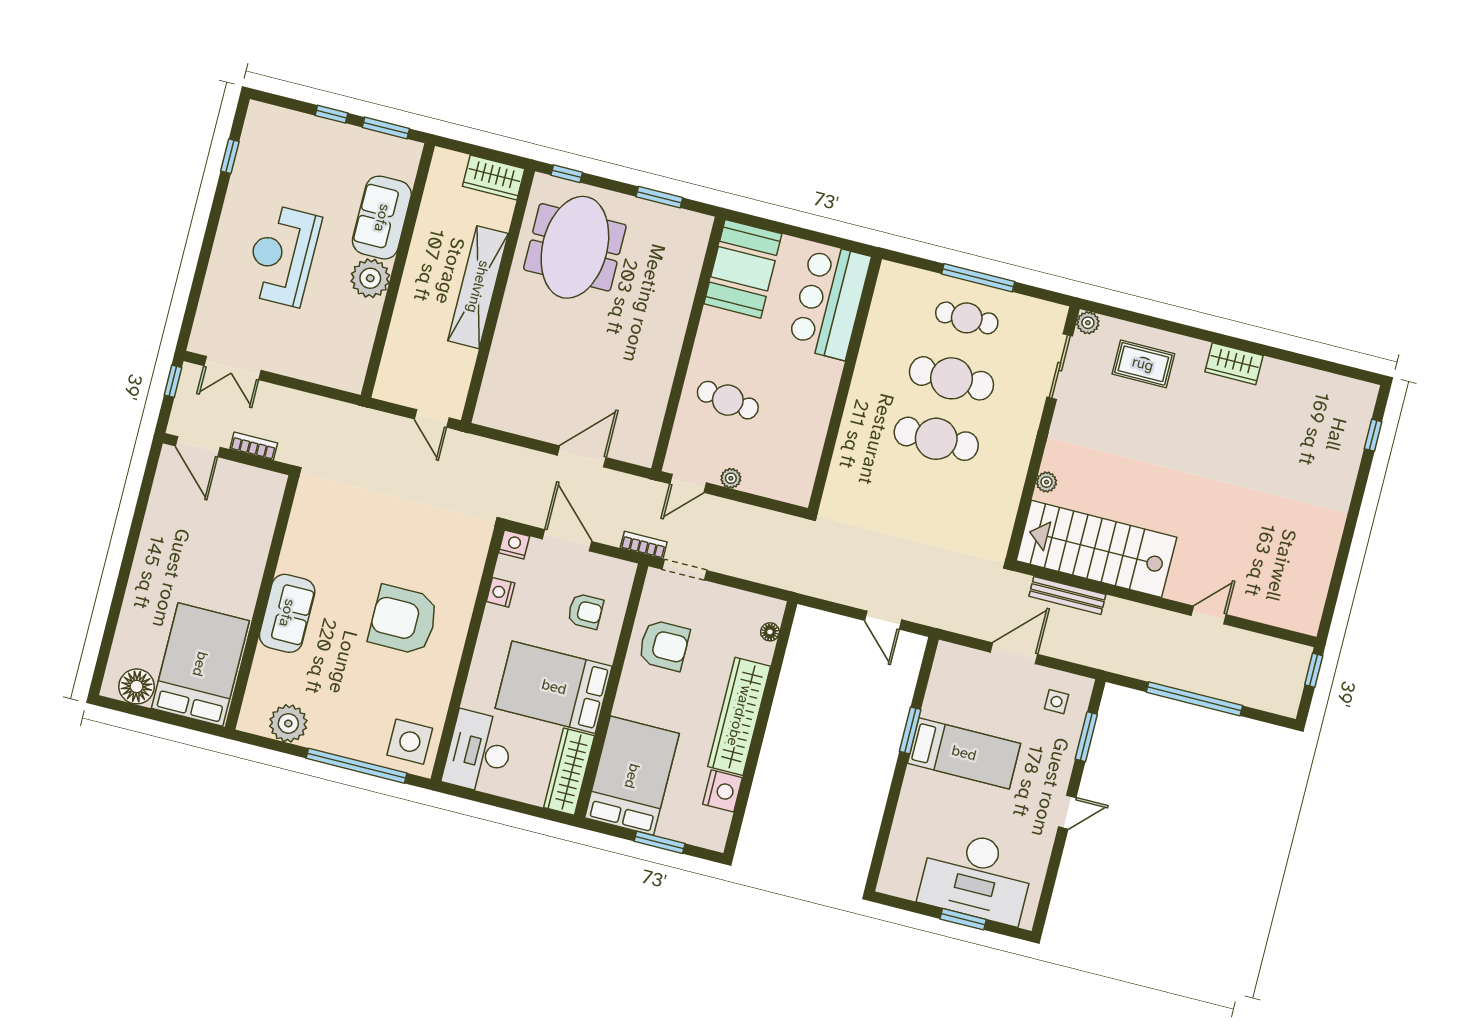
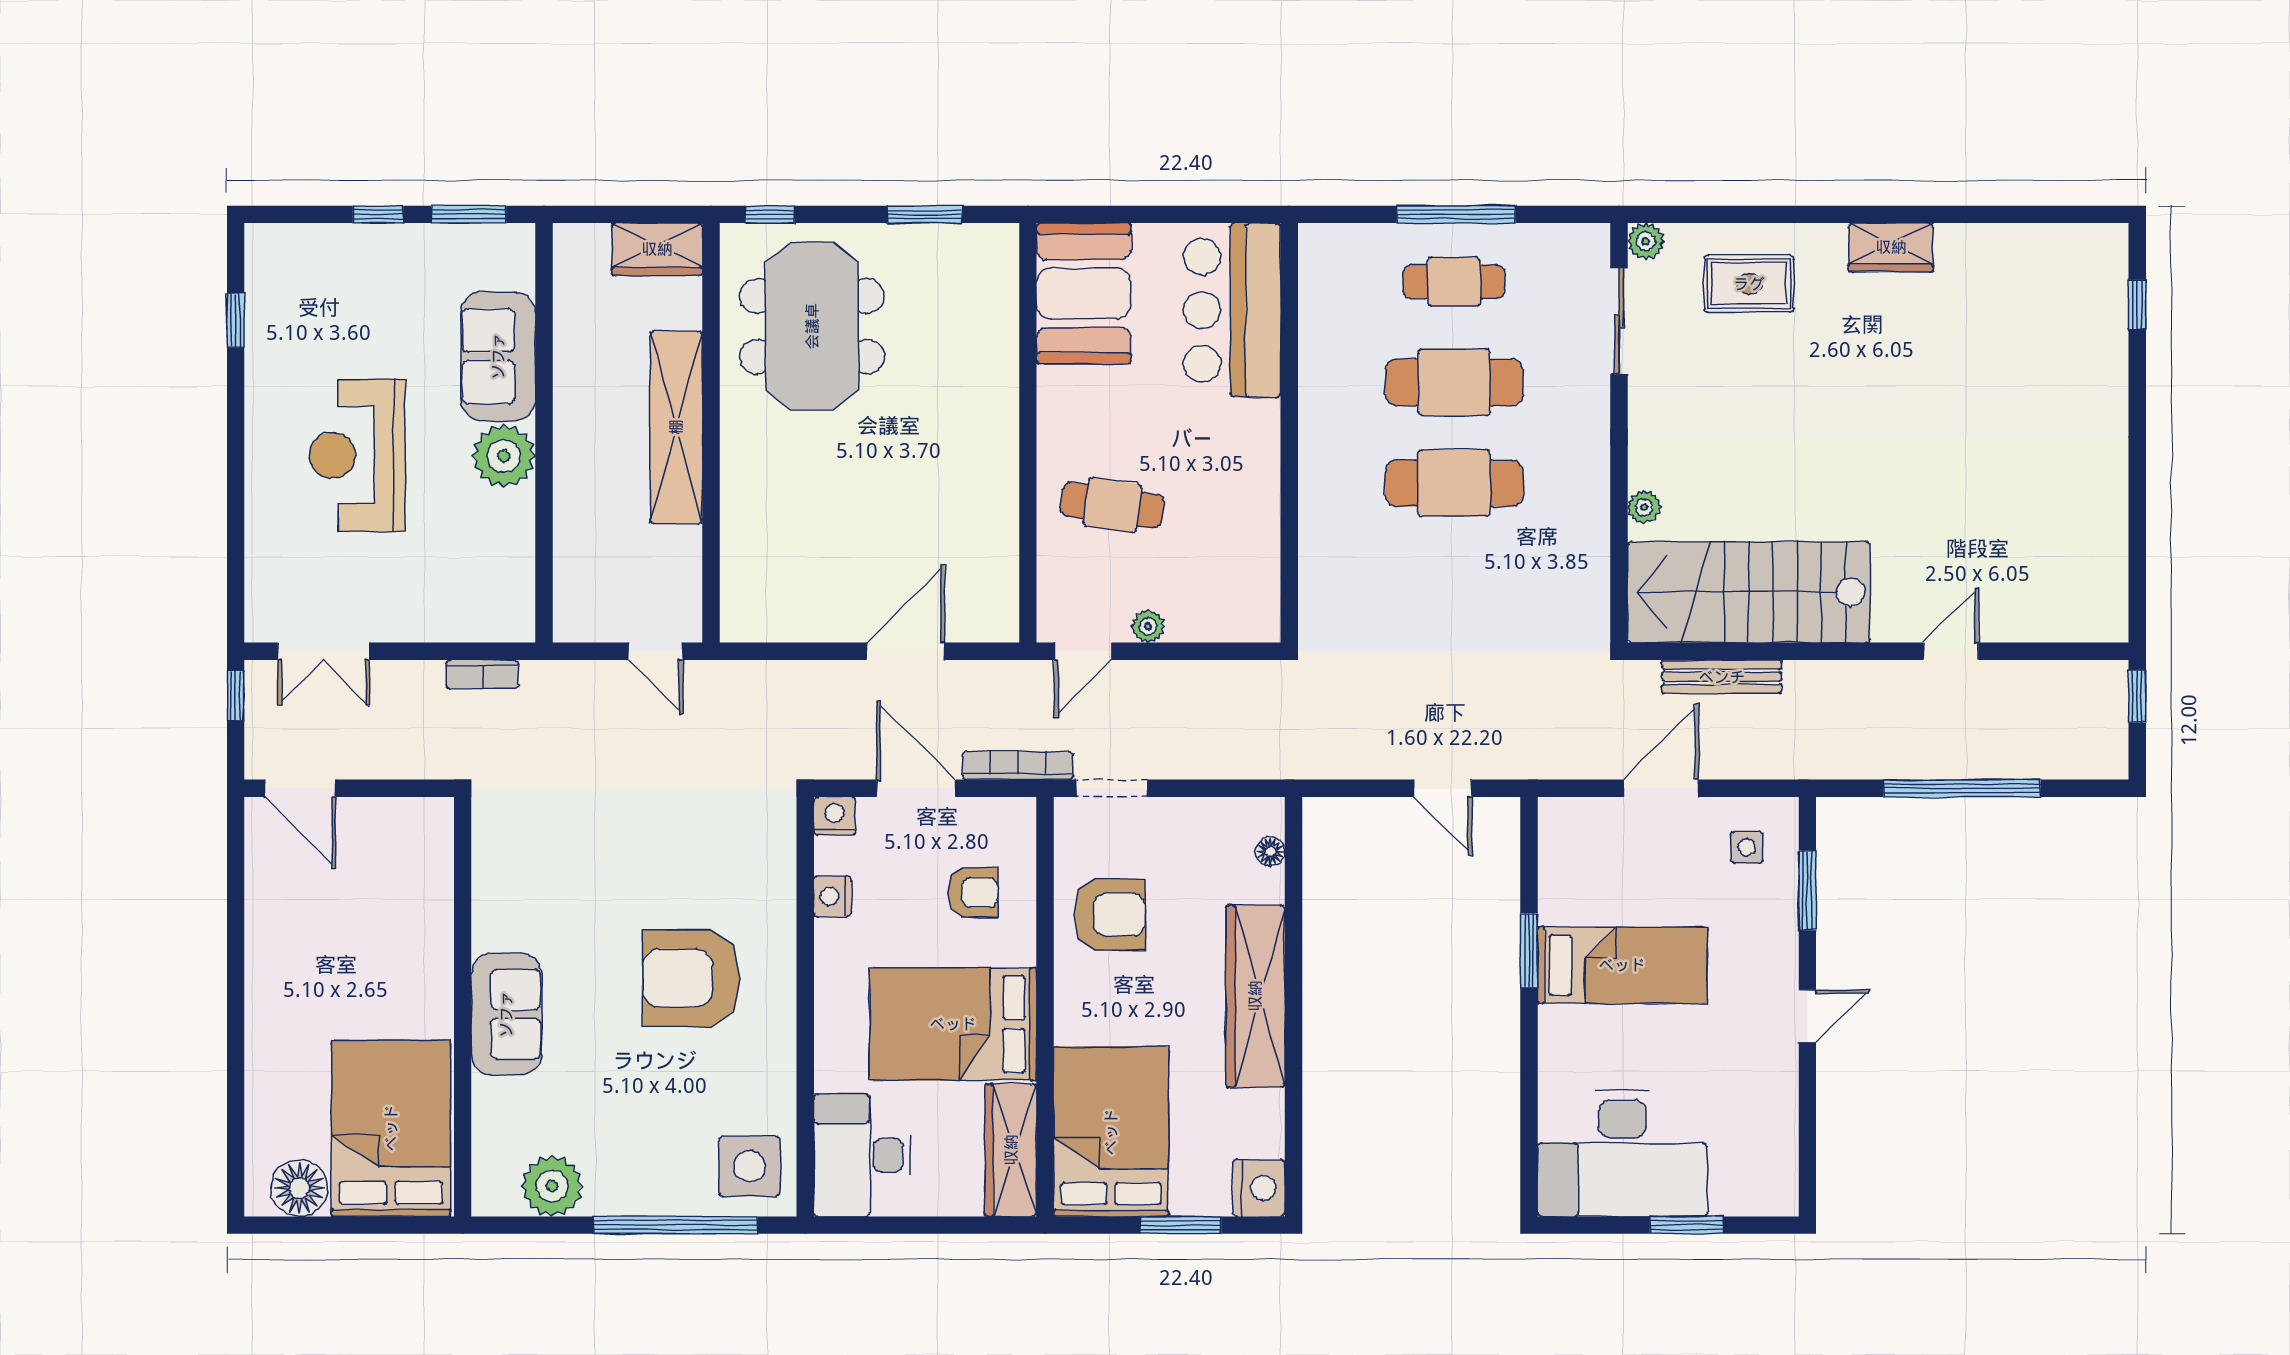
bookcase: (254, 446) -> (482, 674), moved, turned 180
bookcase: (644, 545) -> (1018, 766), width x1.56
nightstand: (723, 791) -> (1259, 1188), moved
desk: (977, 877) -> (1622, 1153), moved

